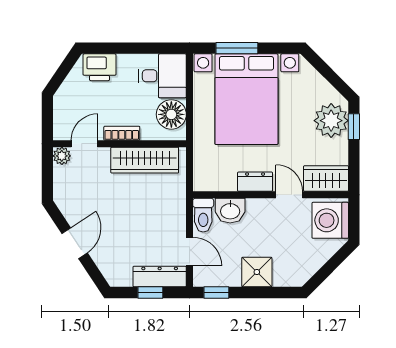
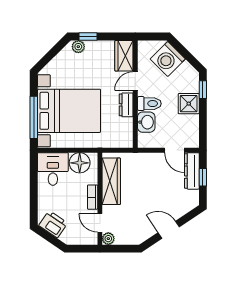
window: (237, 48) -> (34, 117), width x1.44
printer: (99, 67) -> (53, 224), moved, turned -56
plant: (331, 121) -> (78, 47), width x0.53, depth x0.53
toilet: (203, 215) -> (149, 104), moved
washing machine: (330, 220) -> (168, 59), moved, turned 45
door: (190, 252) -> (175, 150), swing flipped
window: (216, 292) -> (203, 90), moved

